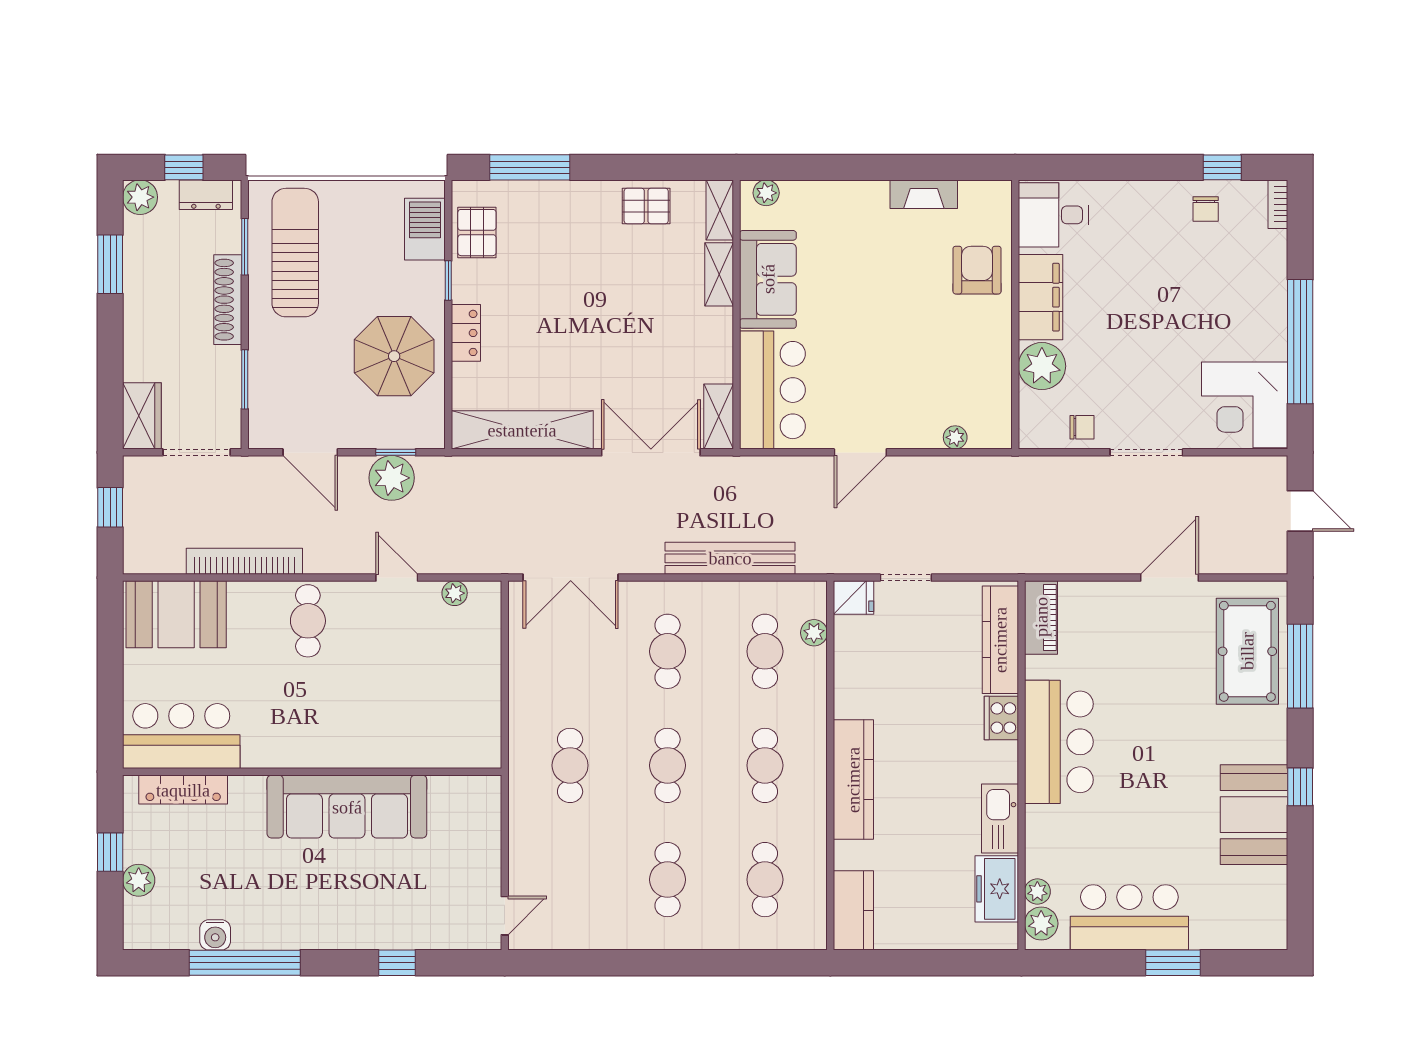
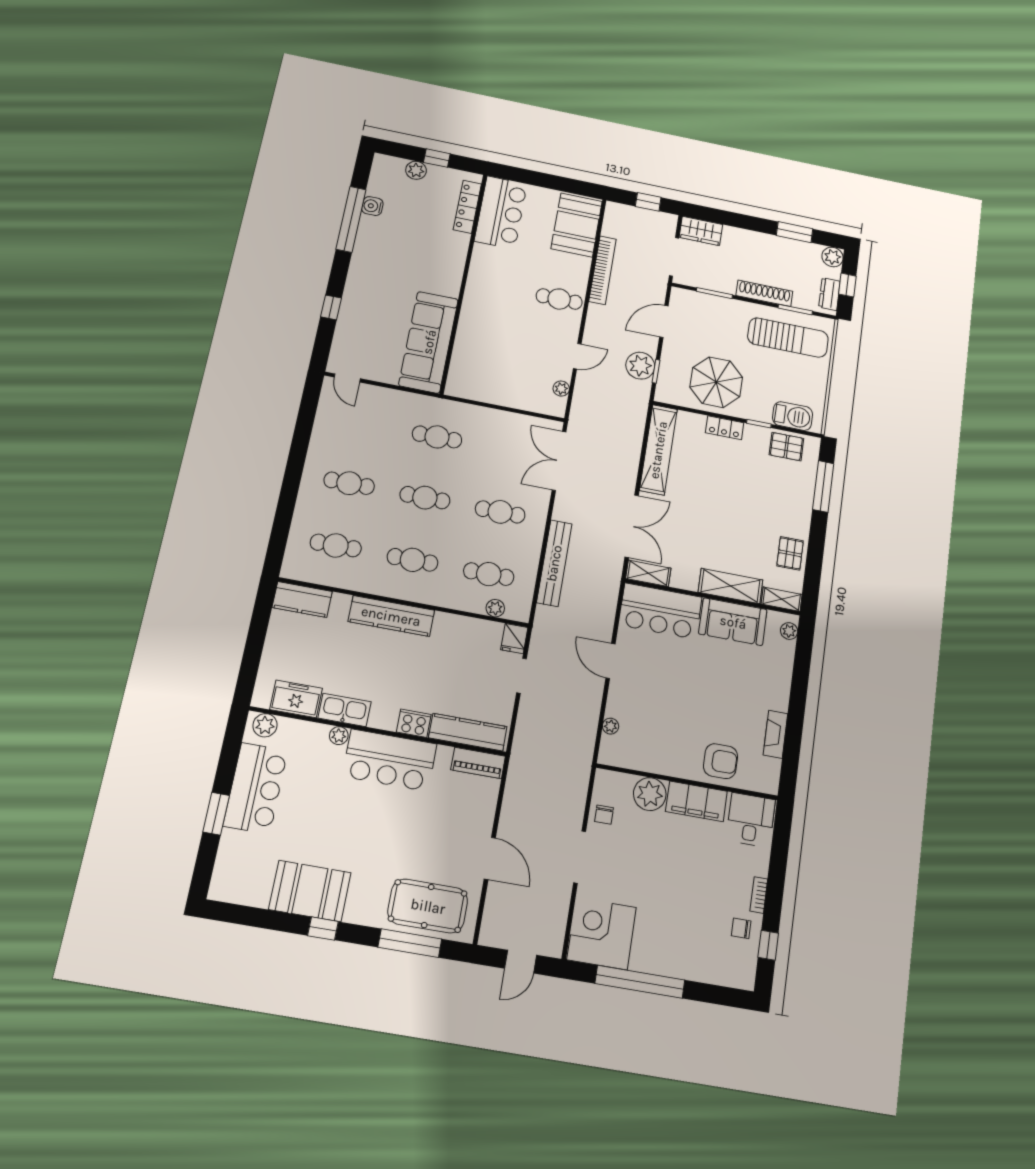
bookcase: (1278, 204) -> (759, 895), moved, turned -90
shelving: (719, 274) -> (730, 586), width x1.50, depth x1.33
sofa: (347, 807) -> (429, 342), moved
plant: (1037, 892) -> (339, 736), moved

